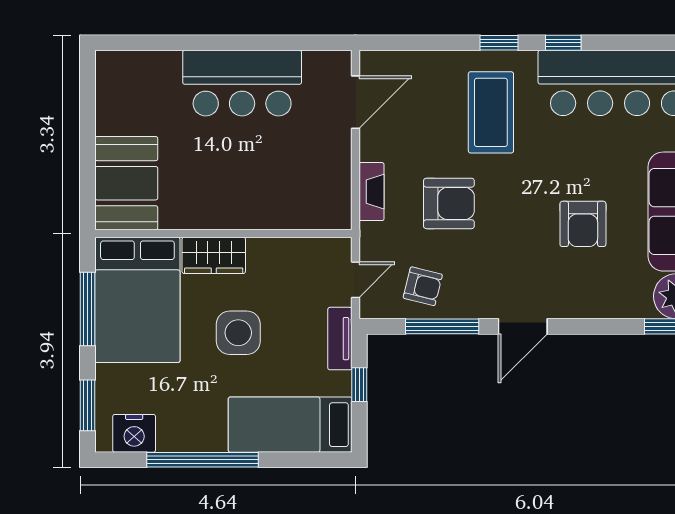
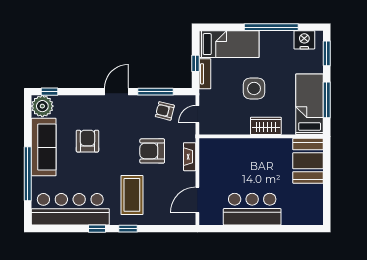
bed: (137, 300) -> (310, 104), width x0.67
tv unit: (340, 339) -> (205, 74), moved

